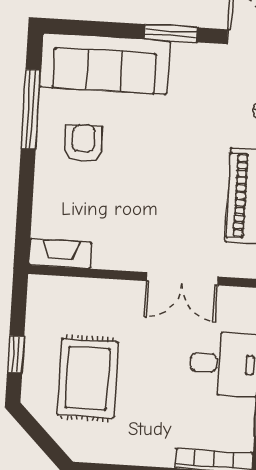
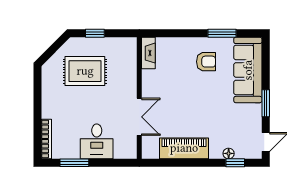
window: (31, 109) -> (222, 33), width x0.69
double door: (182, 279) -> (139, 117), swing flipped

